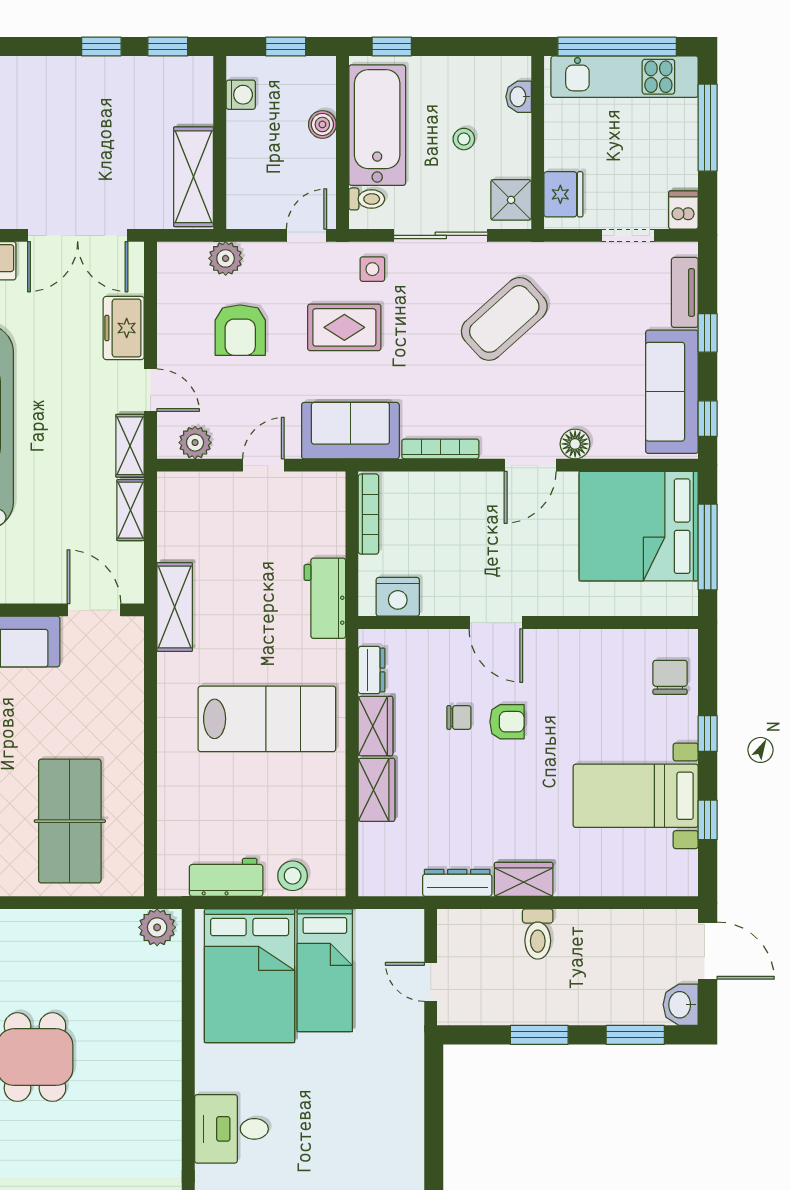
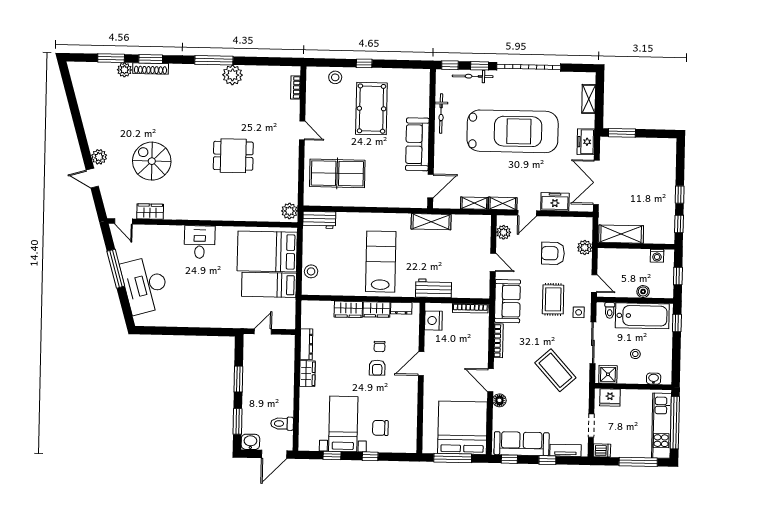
chair: (670, 677) -> (380, 428), moved, turned 180
lab bench: (267, 719) -> (381, 262), turned 180
workbench: (226, 877) -> (319, 220), moved, turned 90
toilet: (538, 934) -> (282, 424), moved

